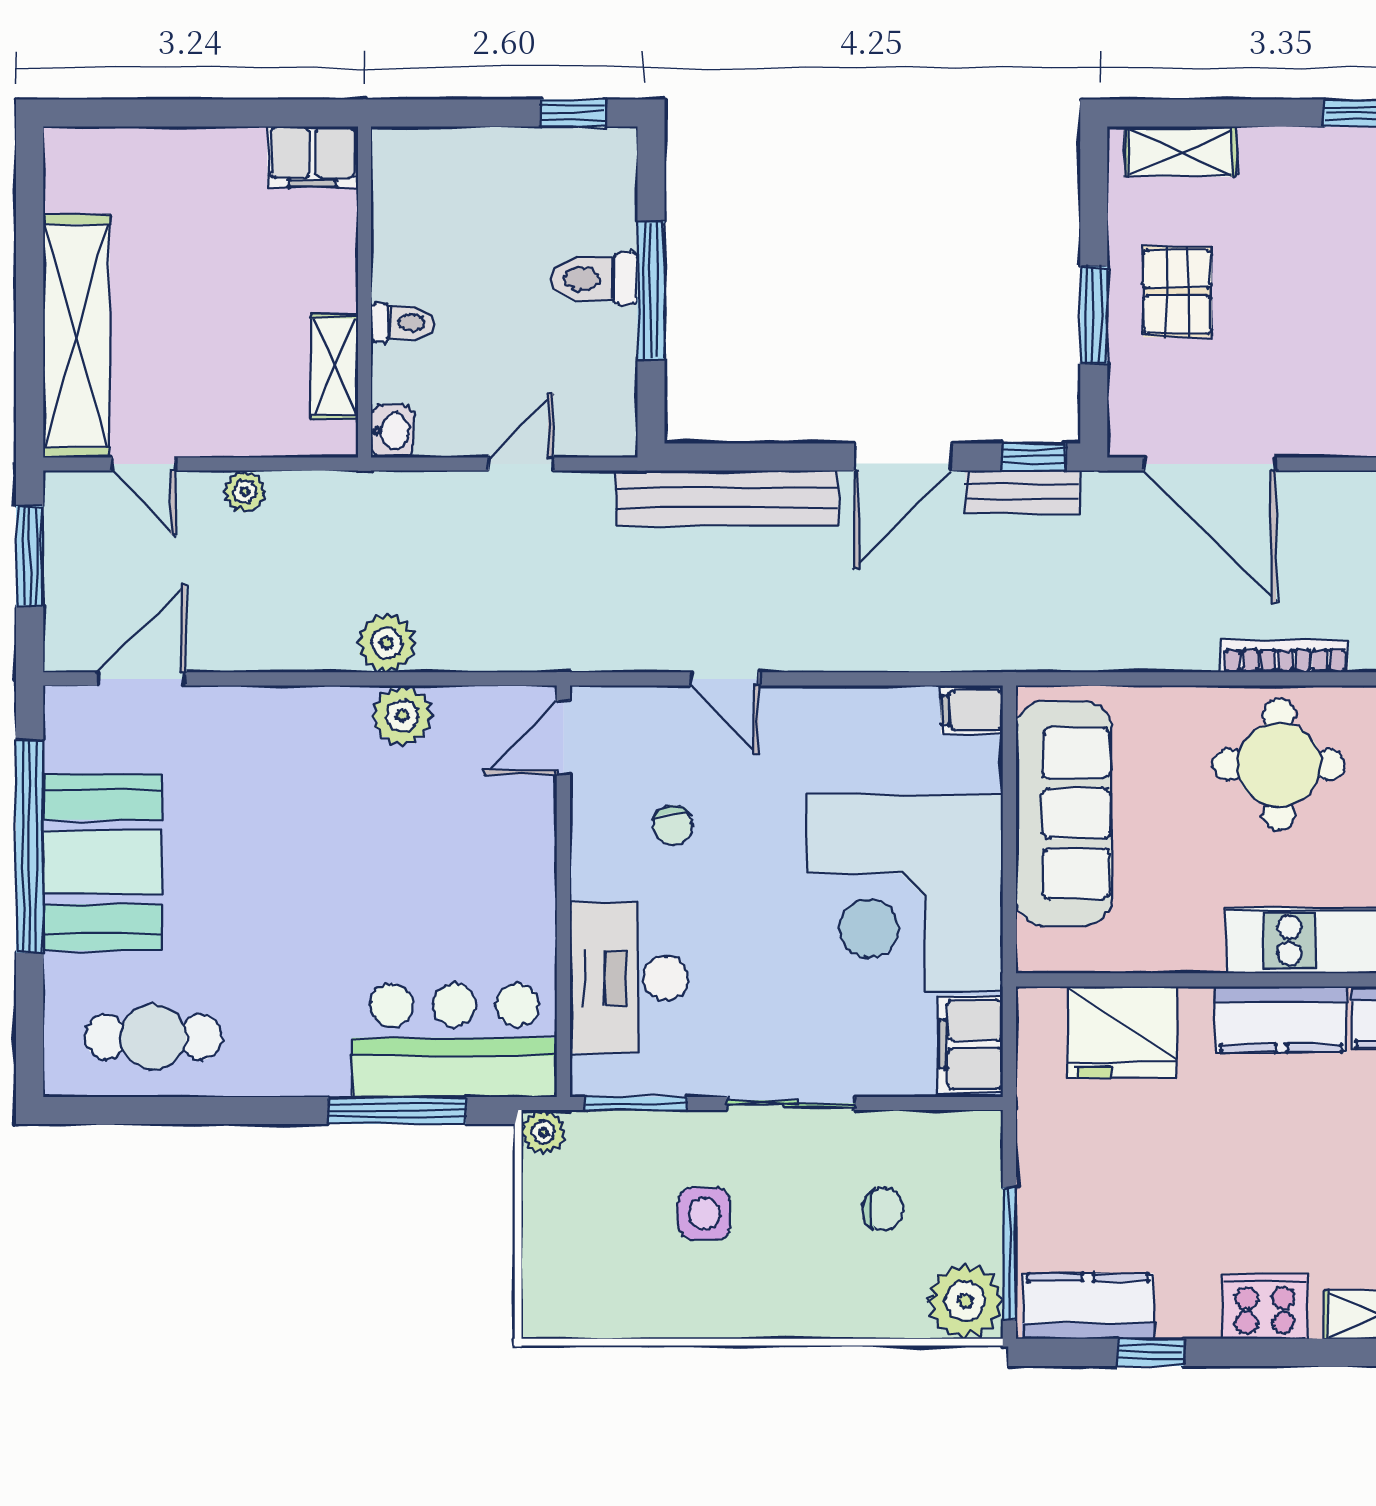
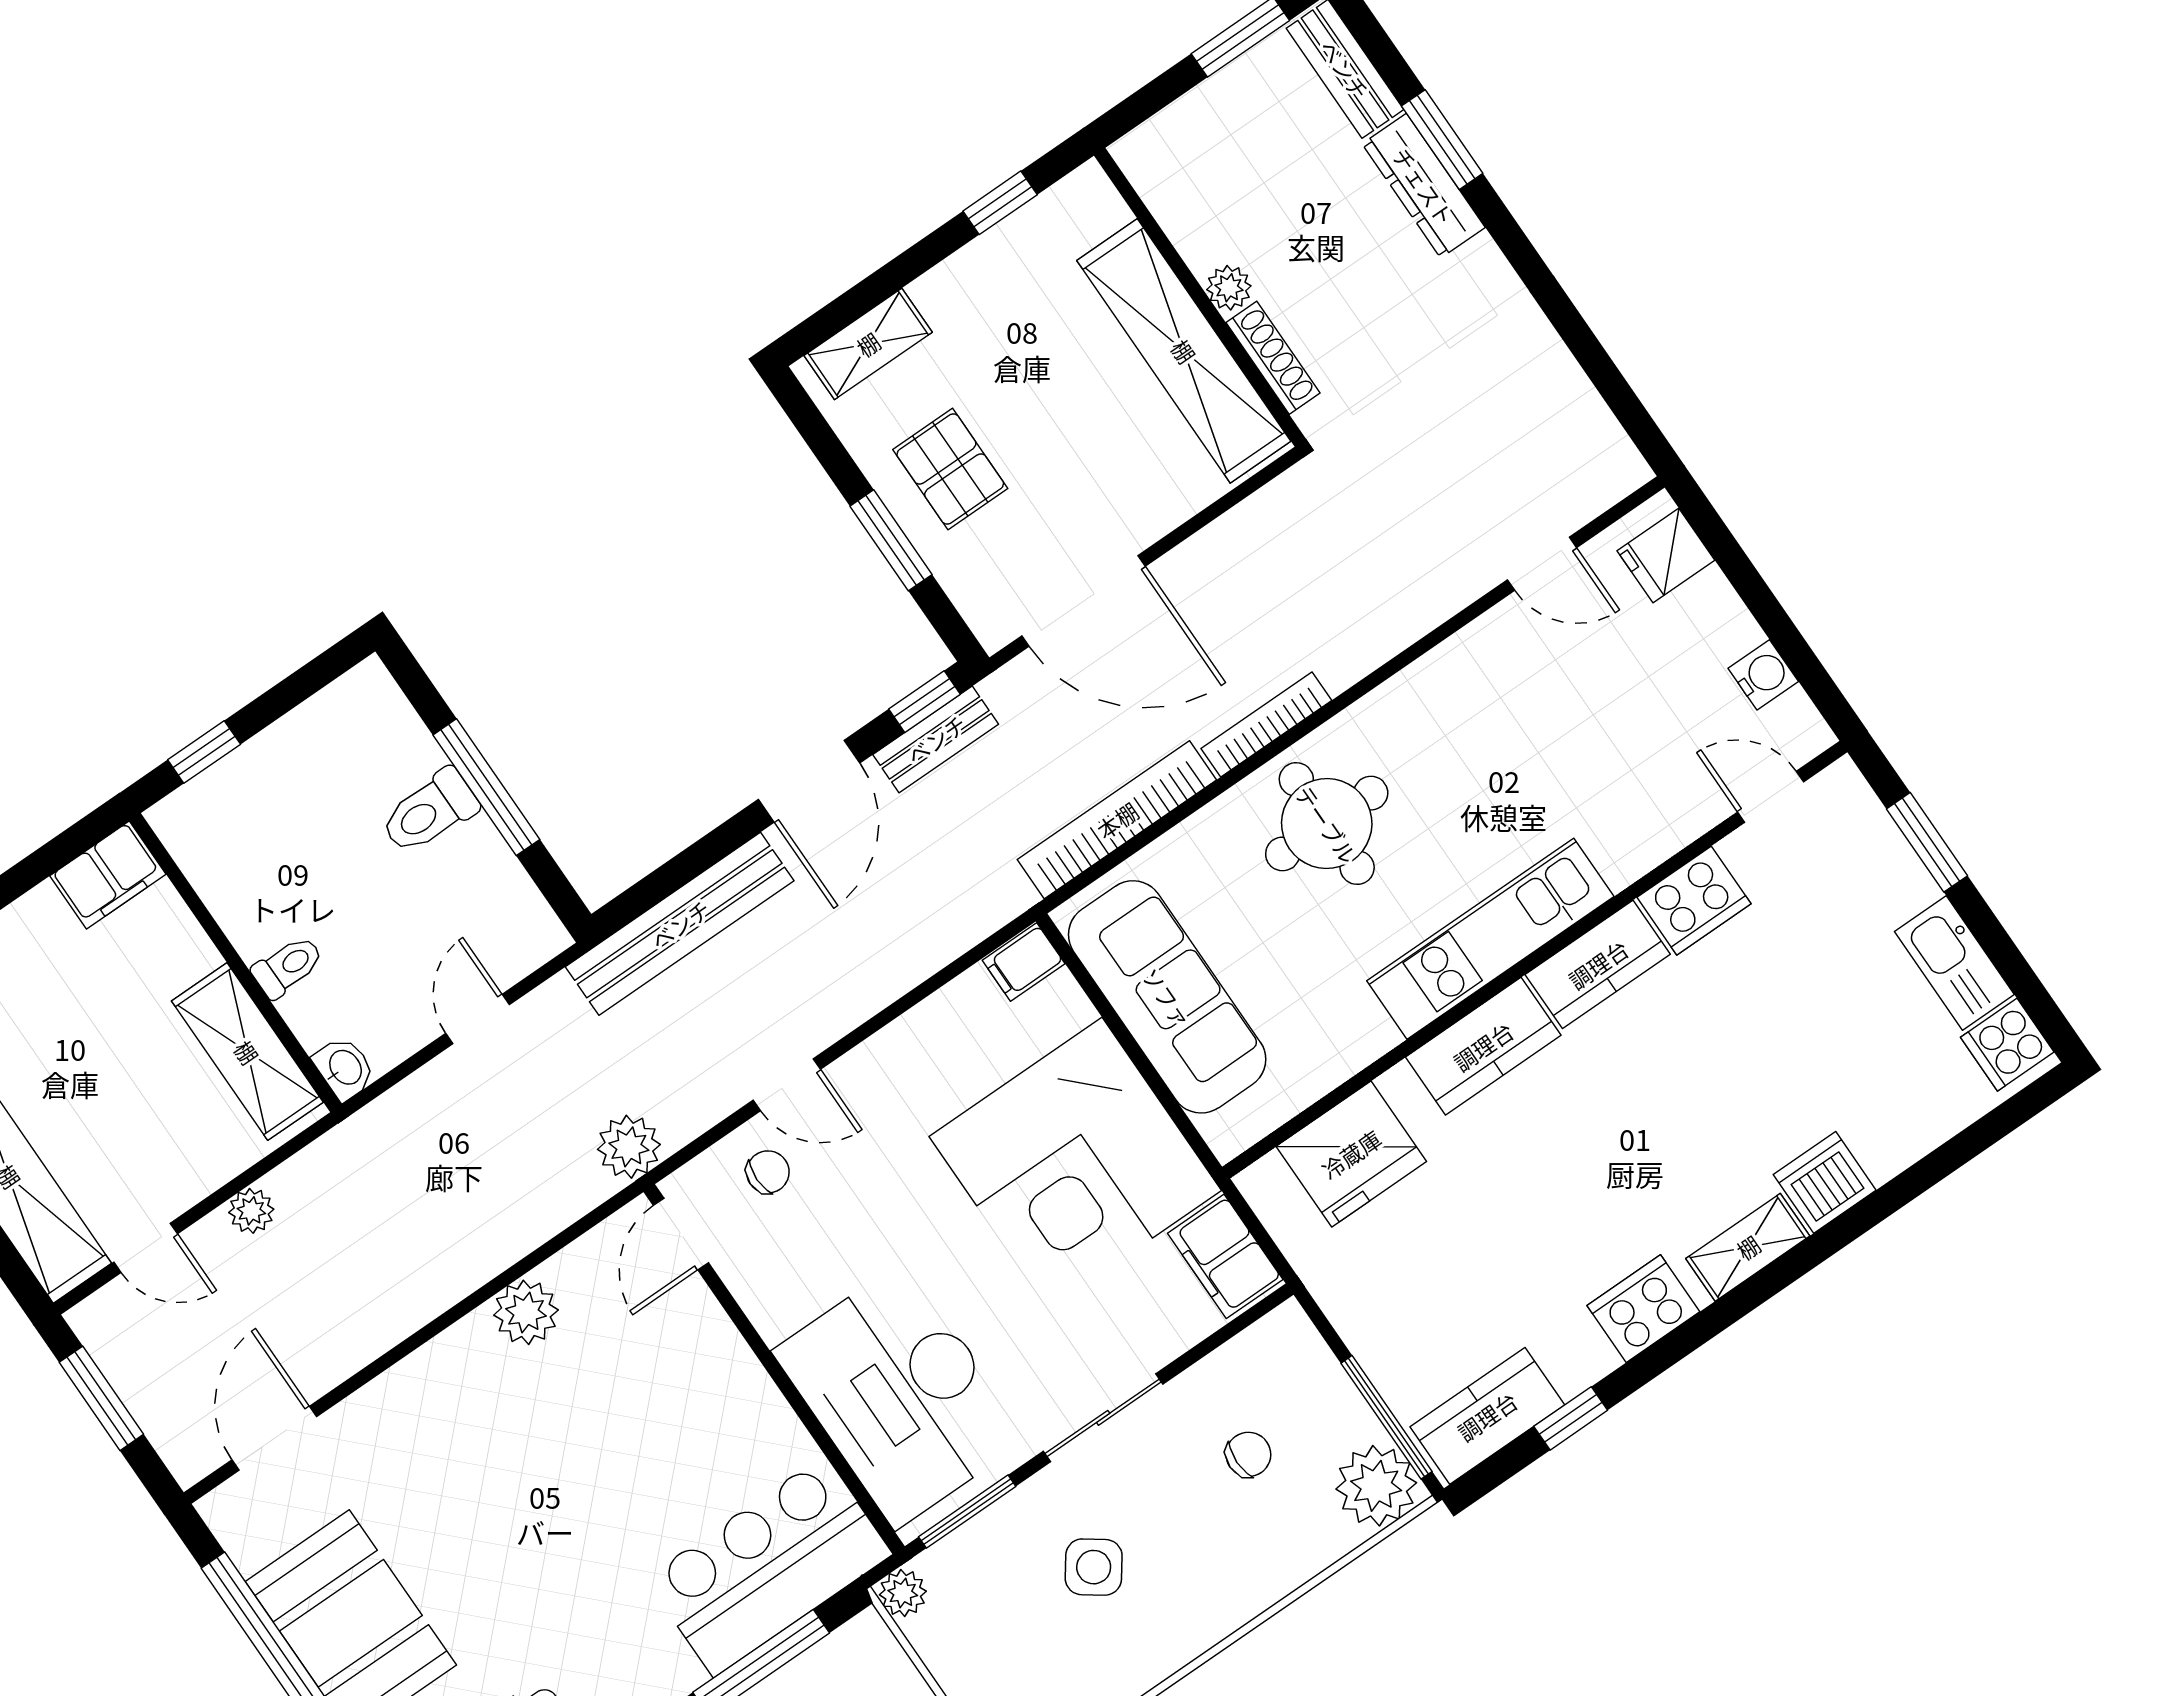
window: (573, 113) -> (204, 752), moved
shelving: (334, 367) -> (247, 1052), width x1.50, depth x1.33
plant: (387, 643) -> (629, 1147), moved
bookcase: (1119, 650) -> (1117, 820), added
chair: (673, 825) -> (768, 1172), moved, turned -84
desk: (629, 978) -> (900, 1395), width x1.36, depth x1.30
side table: (704, 1213) -> (1094, 1567), turned 36

